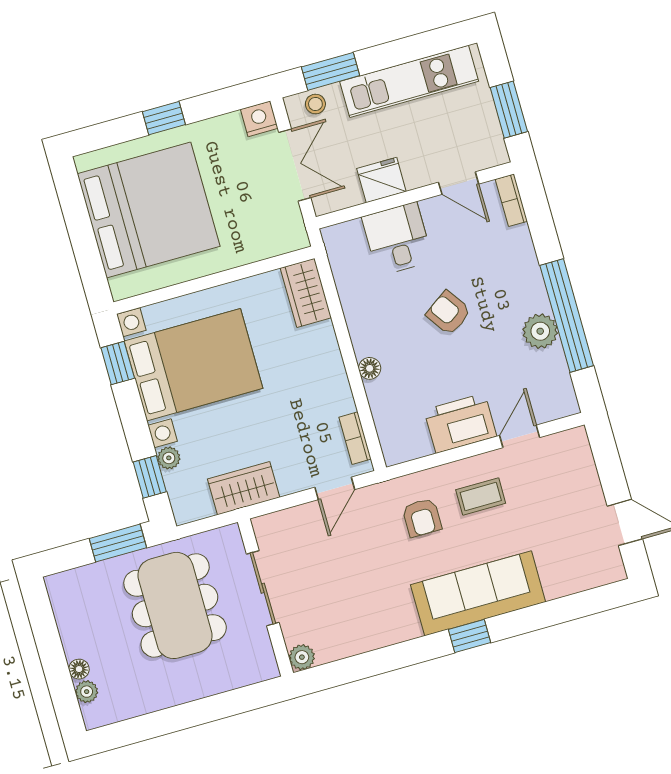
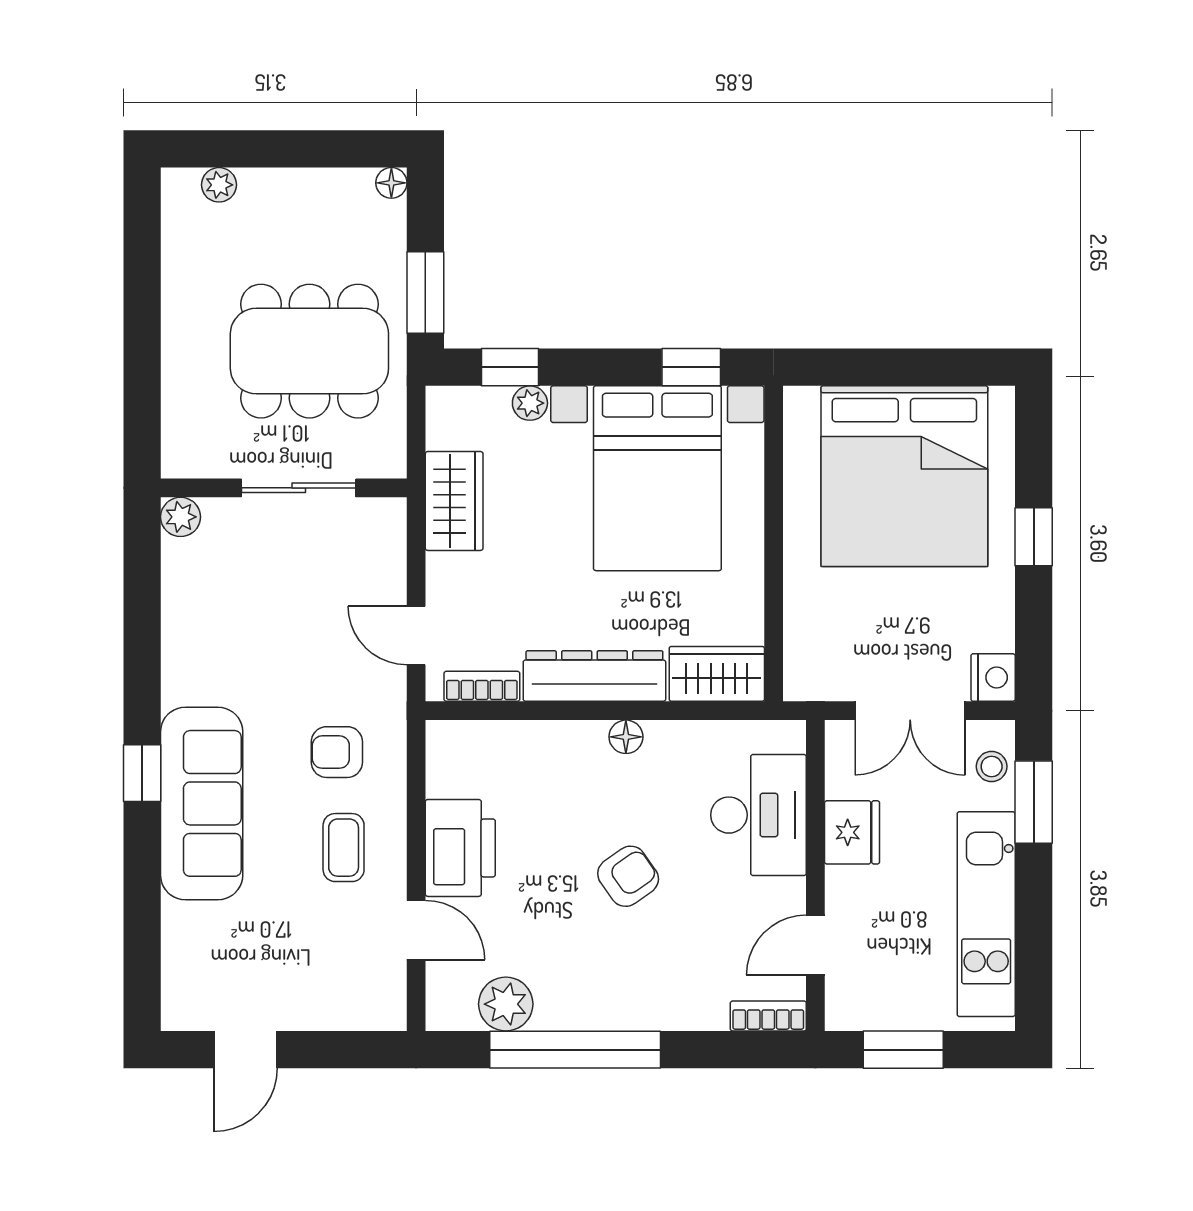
desk: (397, 239) -> (758, 815), width x1.37
plant: (540, 331) -> (506, 1004), moved
floor lamp: (370, 368) -> (626, 737), moved
dresser: (329, 369) -> (594, 676), added
floor lamp: (79, 669) -> (391, 183), moved

